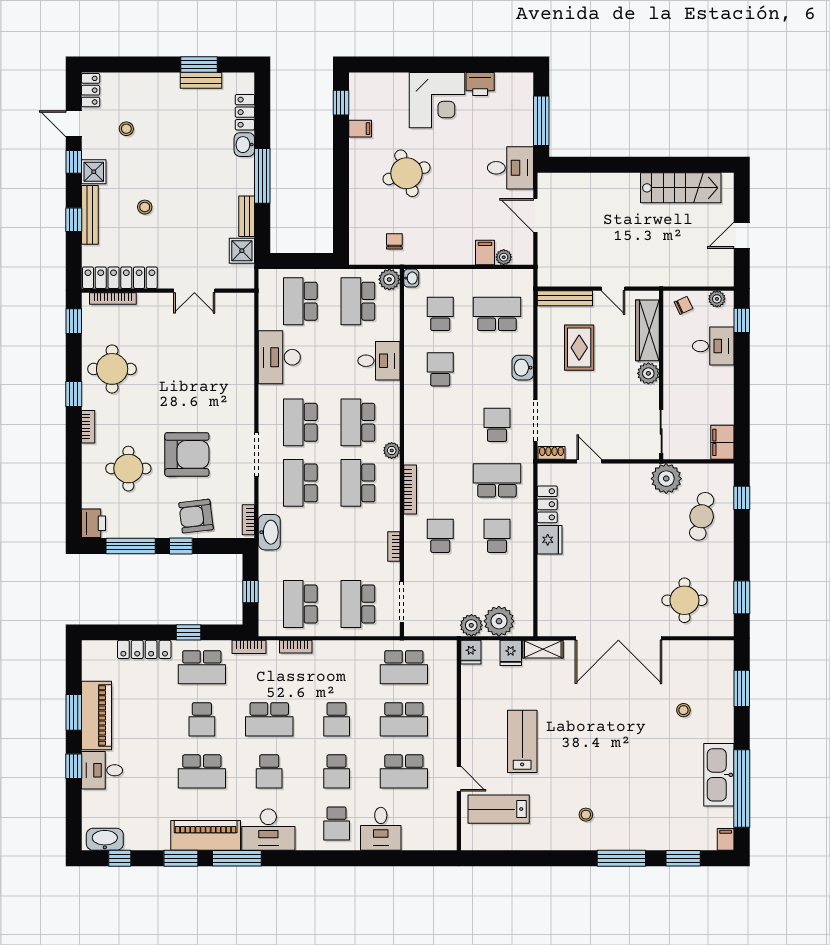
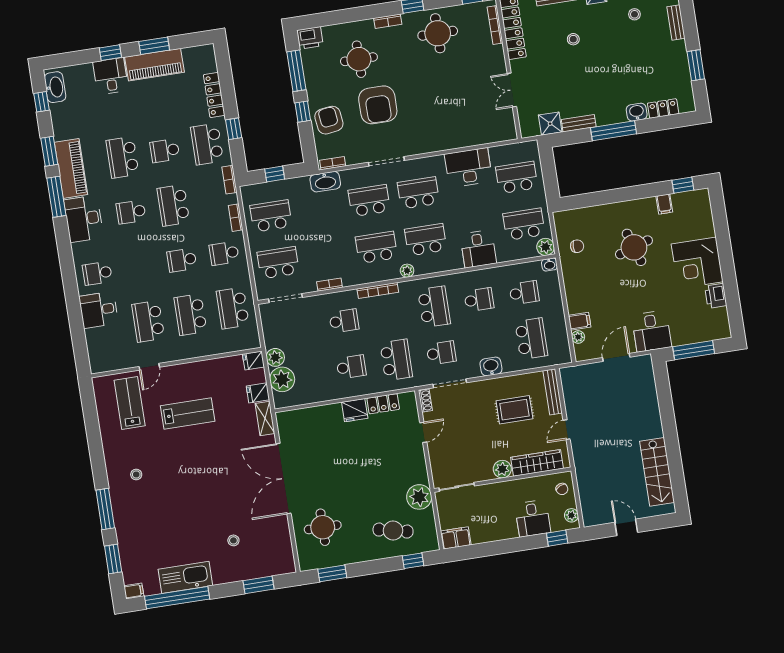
bench: (201, 80) -> (676, 23), moved
school desk: (440, 425) -> (434, 307), added
school desk: (337, 771) -> (224, 253), moved

